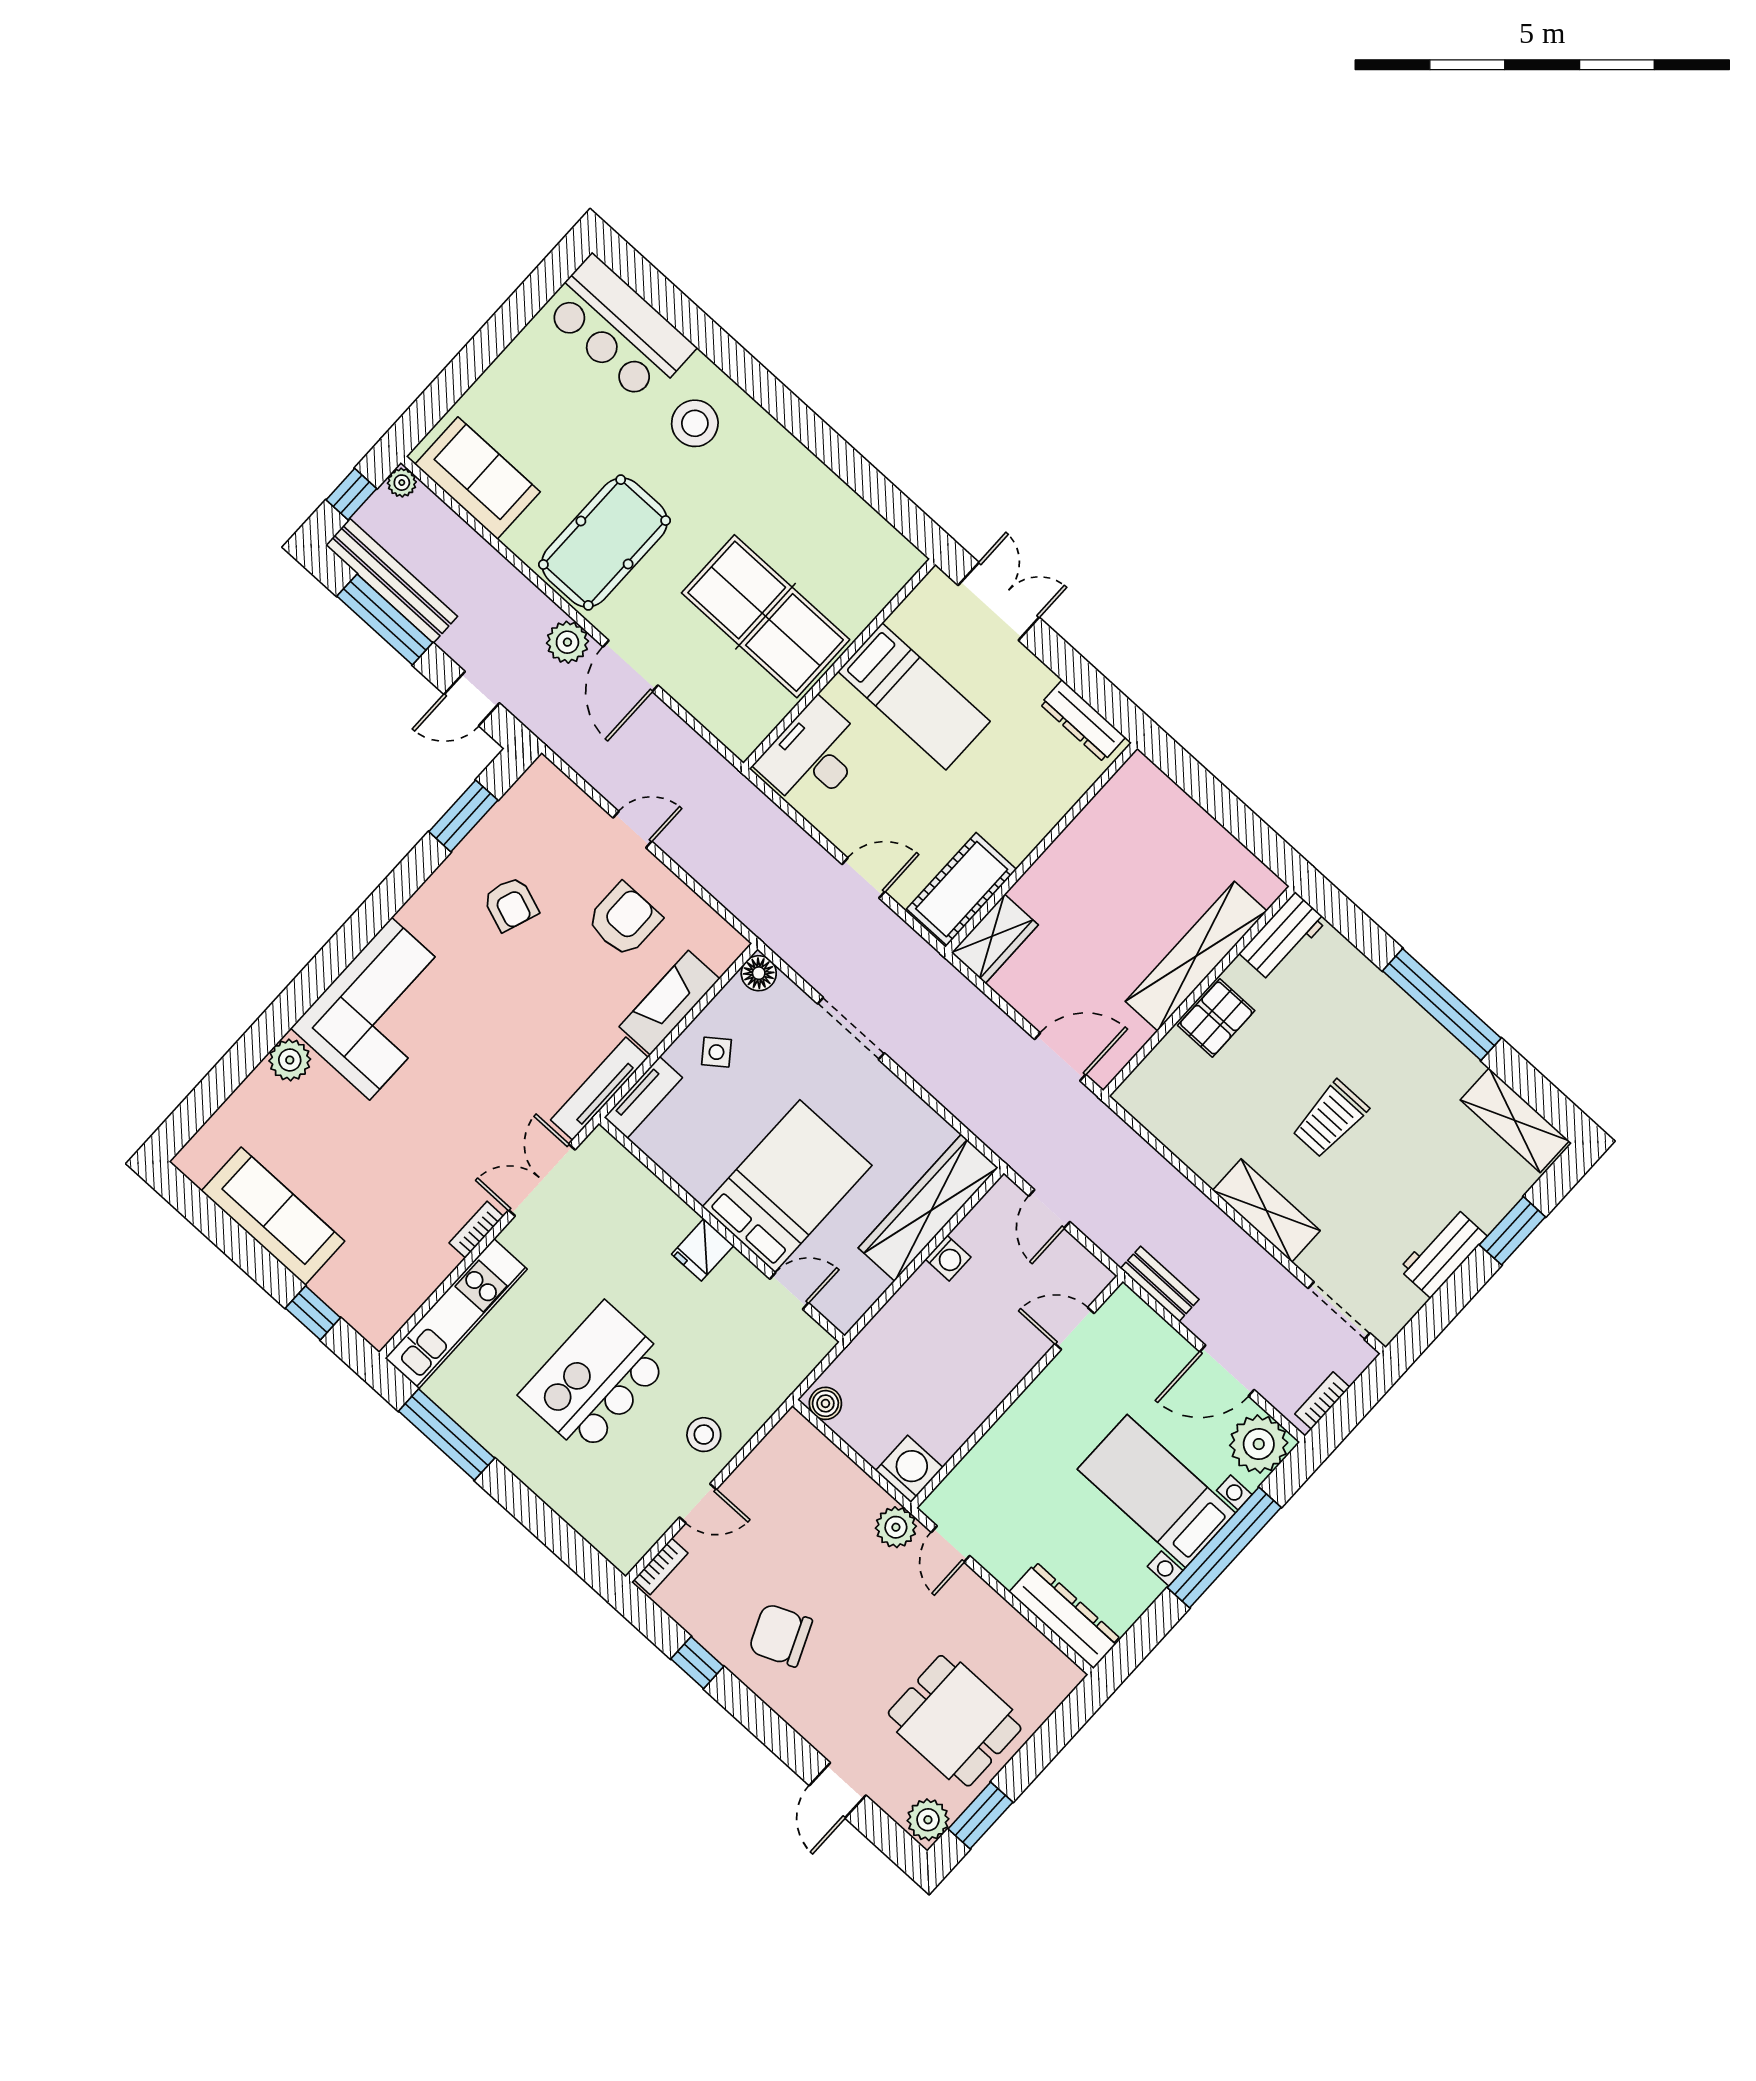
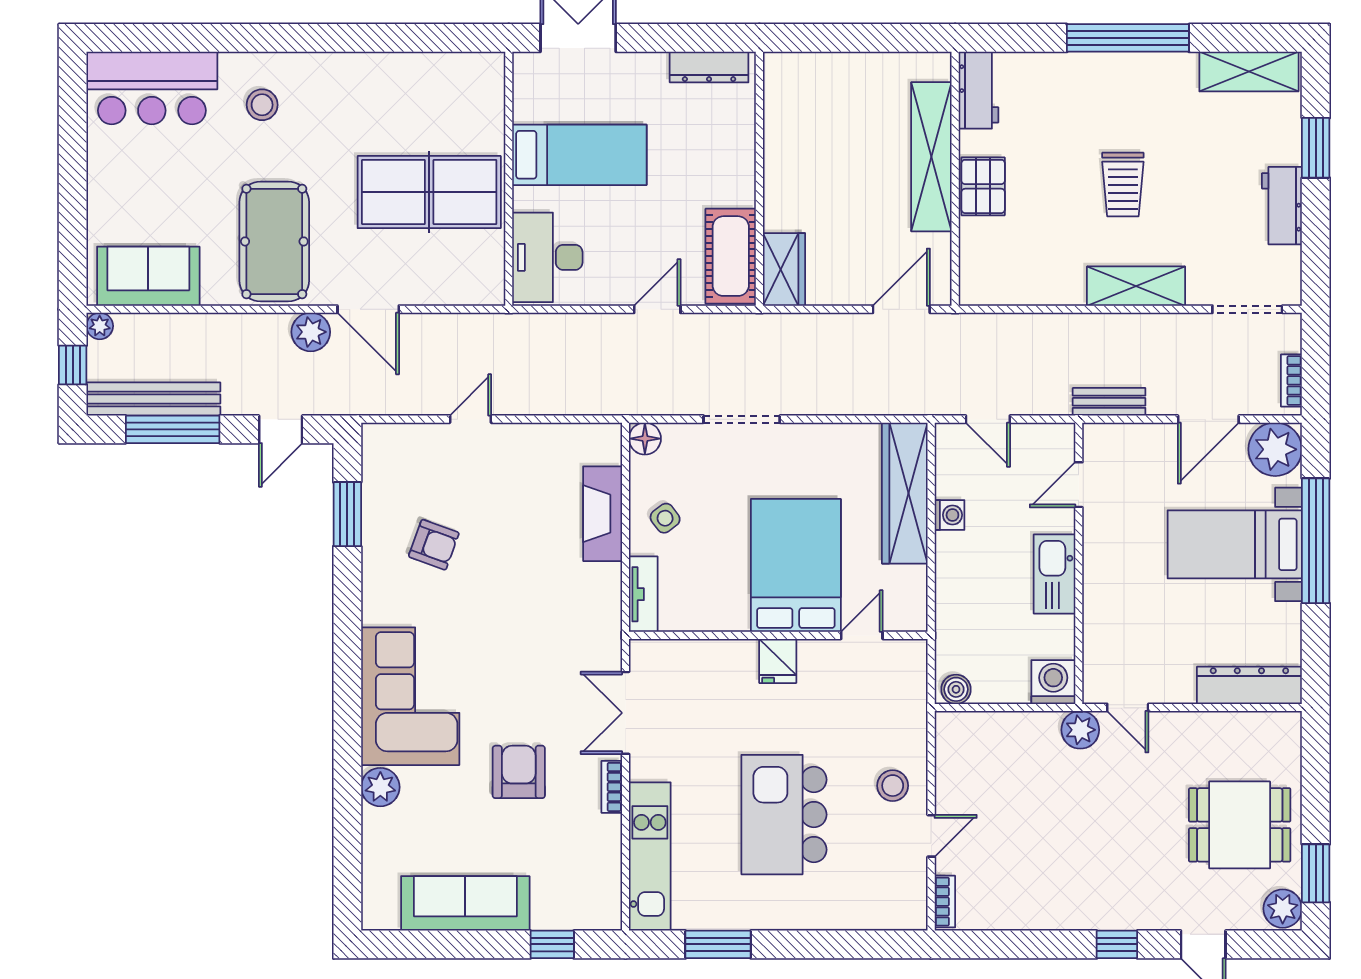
stool: (695, 423) -> (262, 105), width x0.73, depth x0.73
armchair: (624, 920) -> (519, 772), moved
tv unit: (599, 1089) -> (608, 615), removed
kitchen sink: (989, 1383) -> (1054, 574), added
window: (447, 1435) -> (718, 944), width x0.69
chair: (780, 1635) -> (1069, 874), removed
window: (697, 1663) -> (1117, 944), moved

